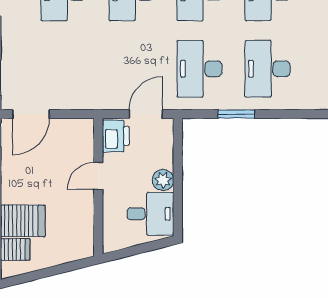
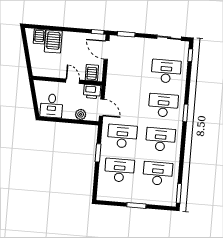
server rack: (78, 139) -> (92, 73), added
plant: (163, 180) -> (81, 114), moved

